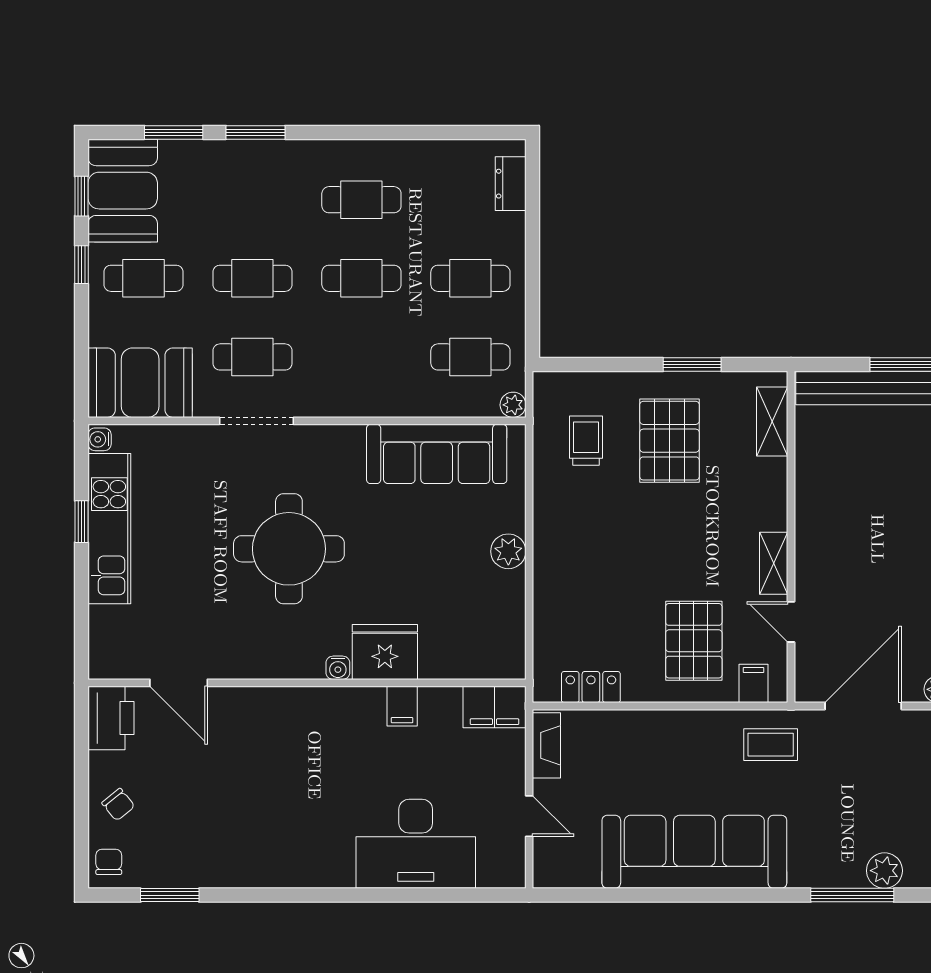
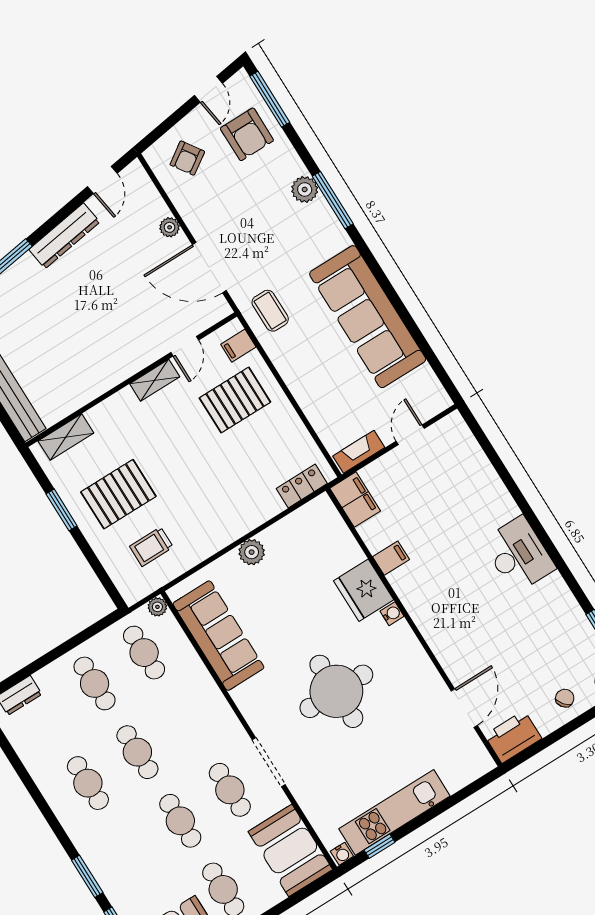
window: (81, 522) -> (380, 846), moved
locker: (591, 687) -> (302, 486), moved, turned 90
desk: (416, 844) -> (518, 555), moved, width x0.73, depth x0.77

